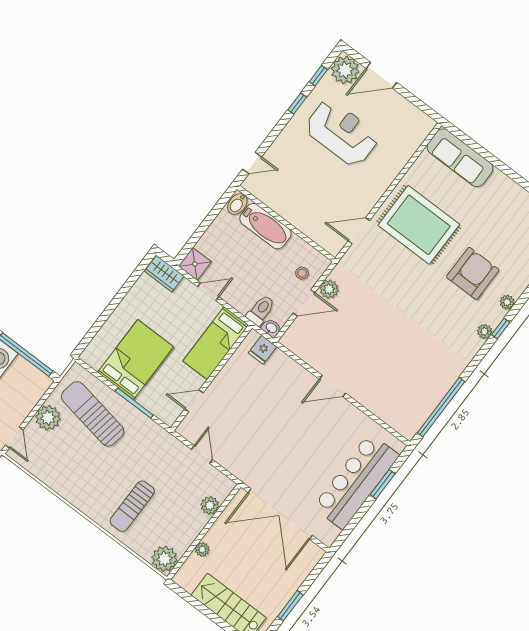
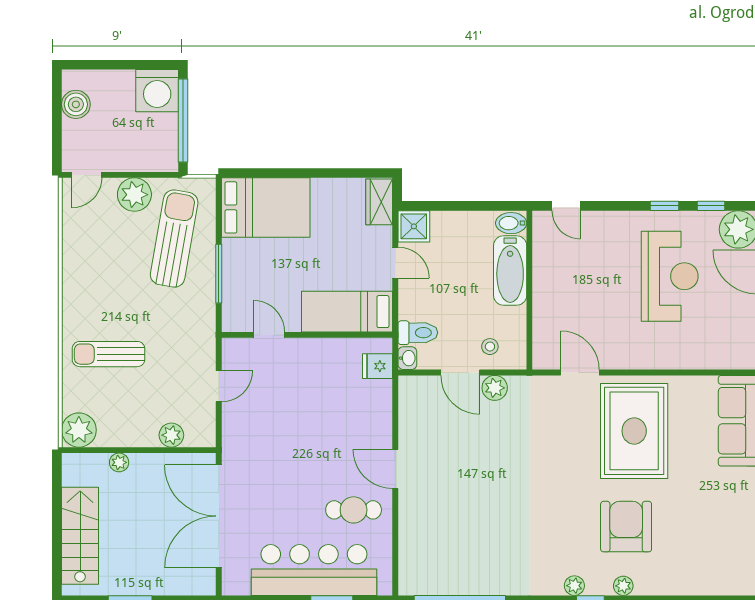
armchair: (473, 273) -> (626, 527), turned -90
bed: (136, 359) -> (266, 207), moved
cafe table: (338, 430) -> (354, 510), added

